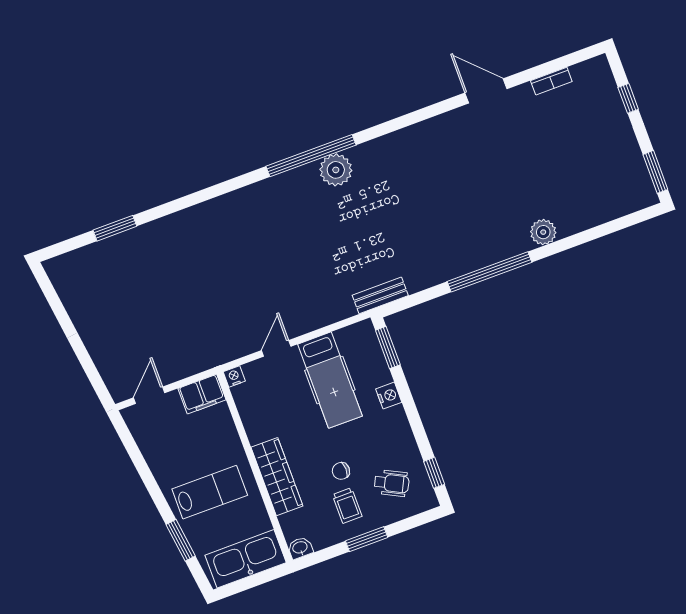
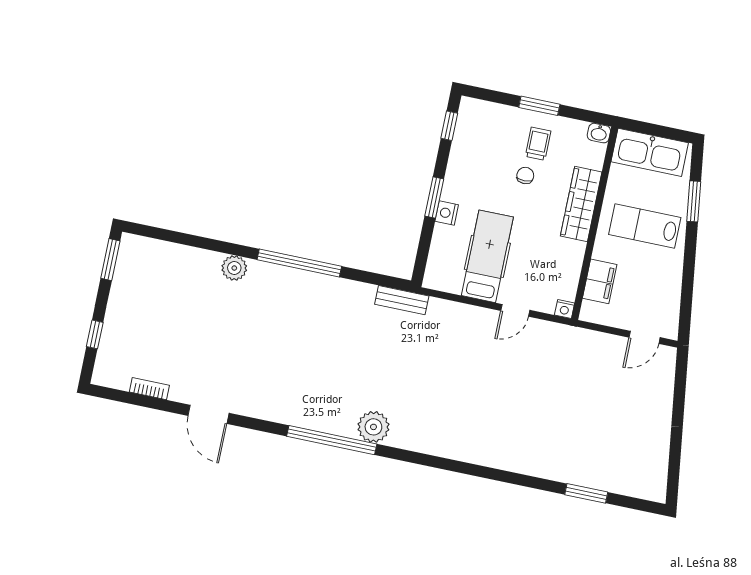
window: (311, 156) -> (332, 440), moved
window: (388, 348) -> (434, 197), moved
filing cabinet: (202, 394) -> (600, 281), moved, turned 90
chair: (341, 471) -> (525, 175), turned -89
wheelchair: (392, 483) -> (490, 139), removed

